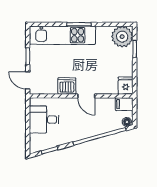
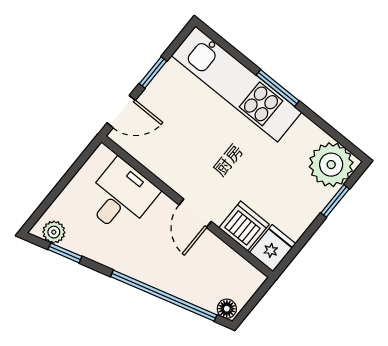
door: (28, 80) -> (121, 112), swing flipped
dishwasher: (67, 86) -> (244, 226), moved
filing cabinet: (124, 104) -> (246, 276), removed
desk: (44, 120) -> (121, 197), moved, turned 90
plant: (39, 146) -> (54, 232), added

